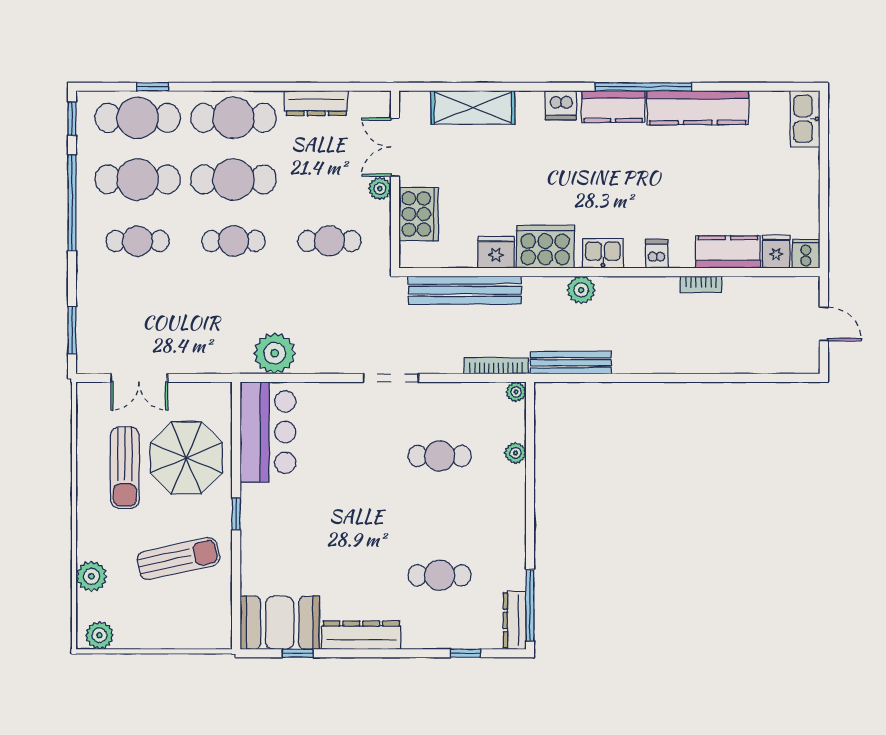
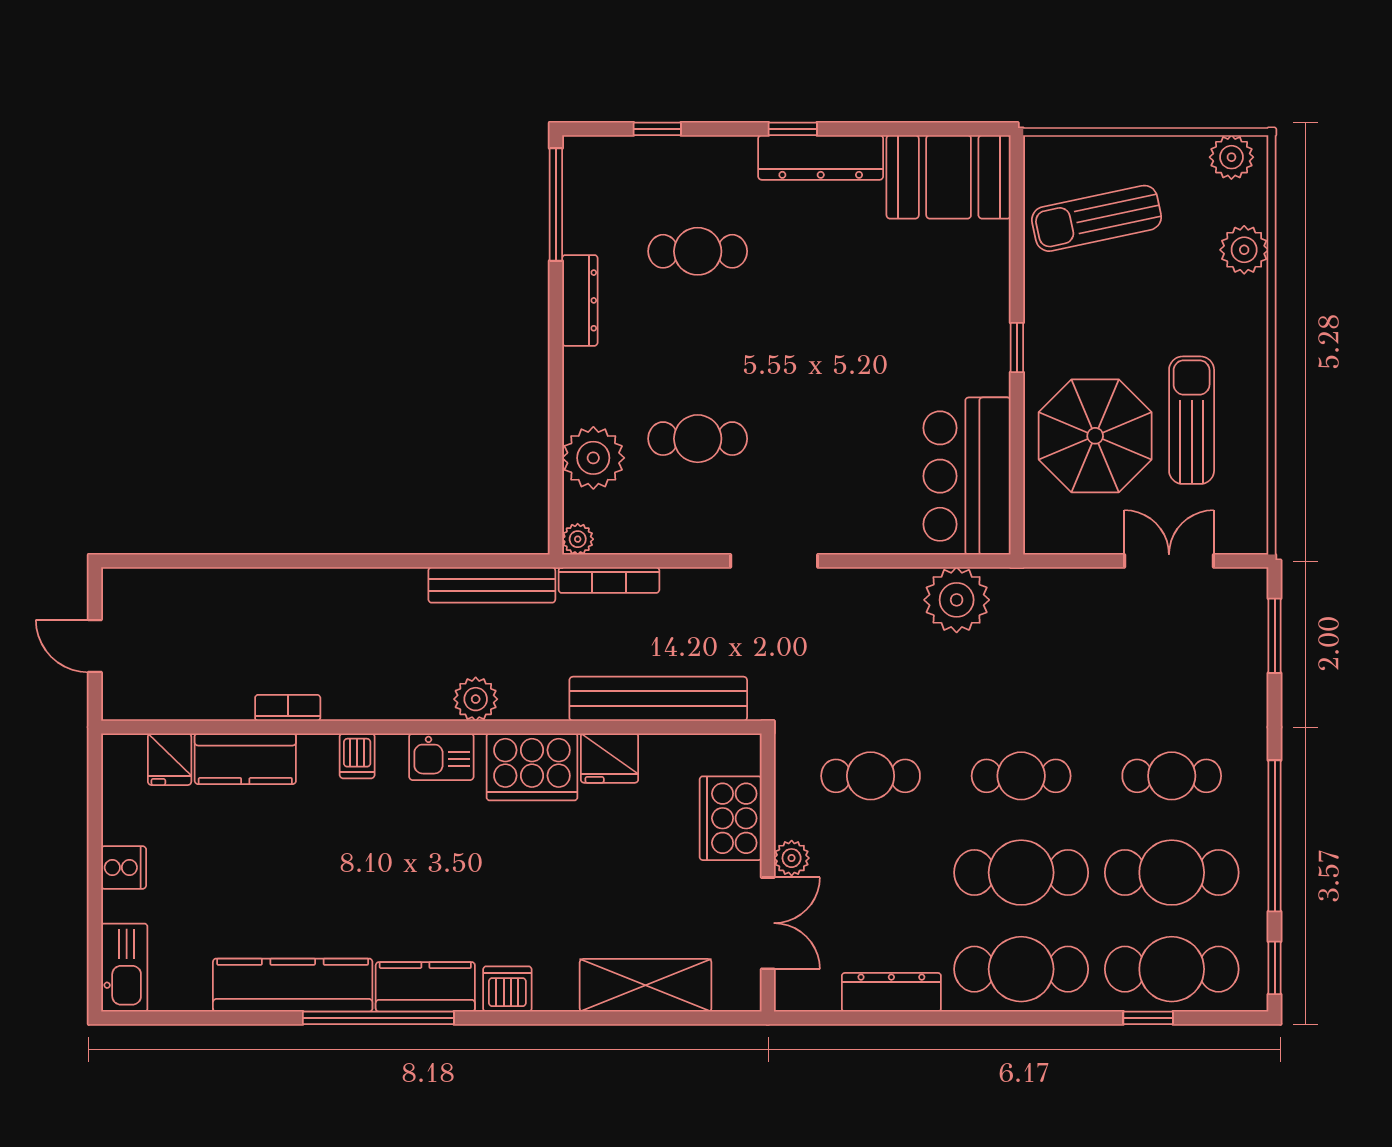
cooker: (806, 254) -> (124, 867), moved, turned -90
plant: (515, 453) -> (593, 458), width x1.88, depth x1.88
sun lounger: (178, 558) -> (1097, 218), moved
dresser: (515, 620) -> (580, 300), moved
window: (298, 653) -> (793, 129), moved

